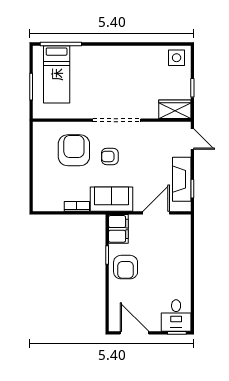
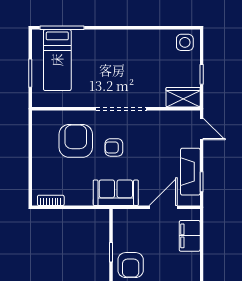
bookcase: (77, 206) -> (51, 200), moved
filing cabinet: (118, 229) -> (190, 236), moved, turned 180

